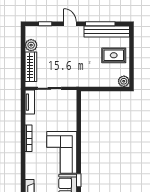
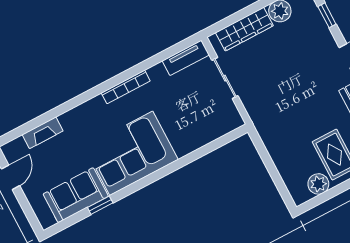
plant: (124, 81) -> (318, 184), moved

